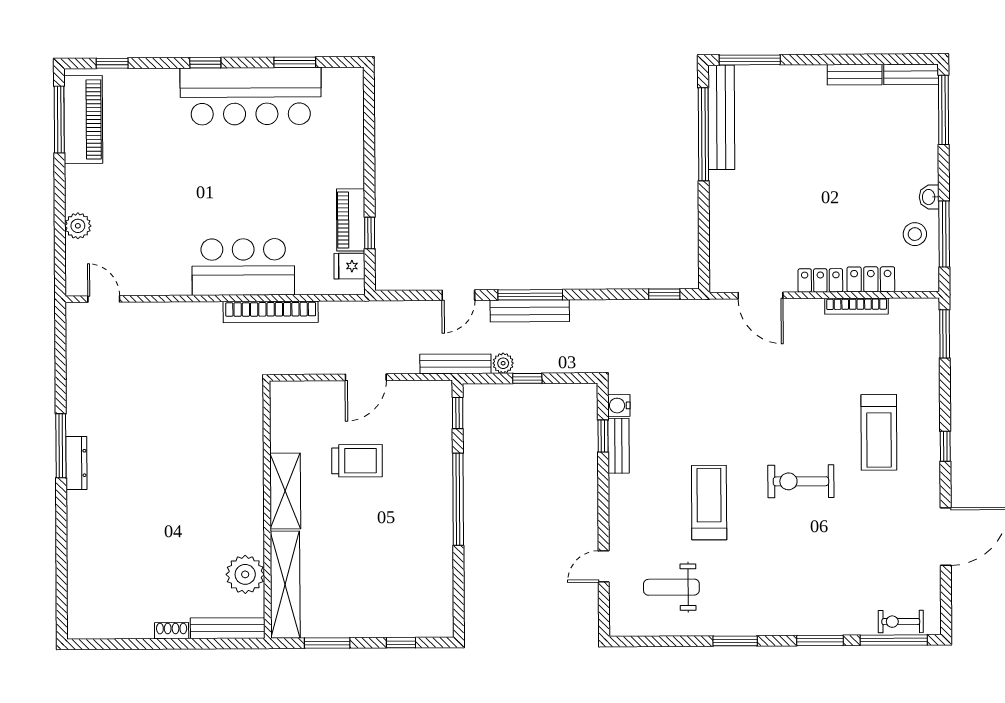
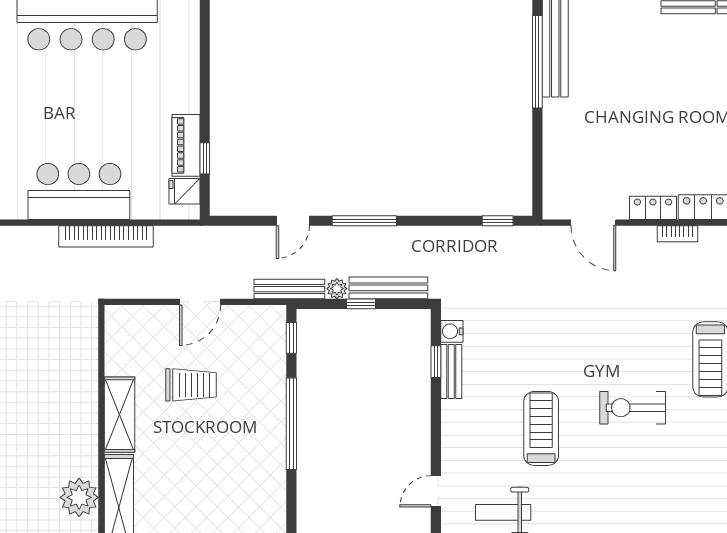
bookcase: (857, 306) -> (678, 234), width x0.64
bench: (530, 311) -> (388, 288), moved

